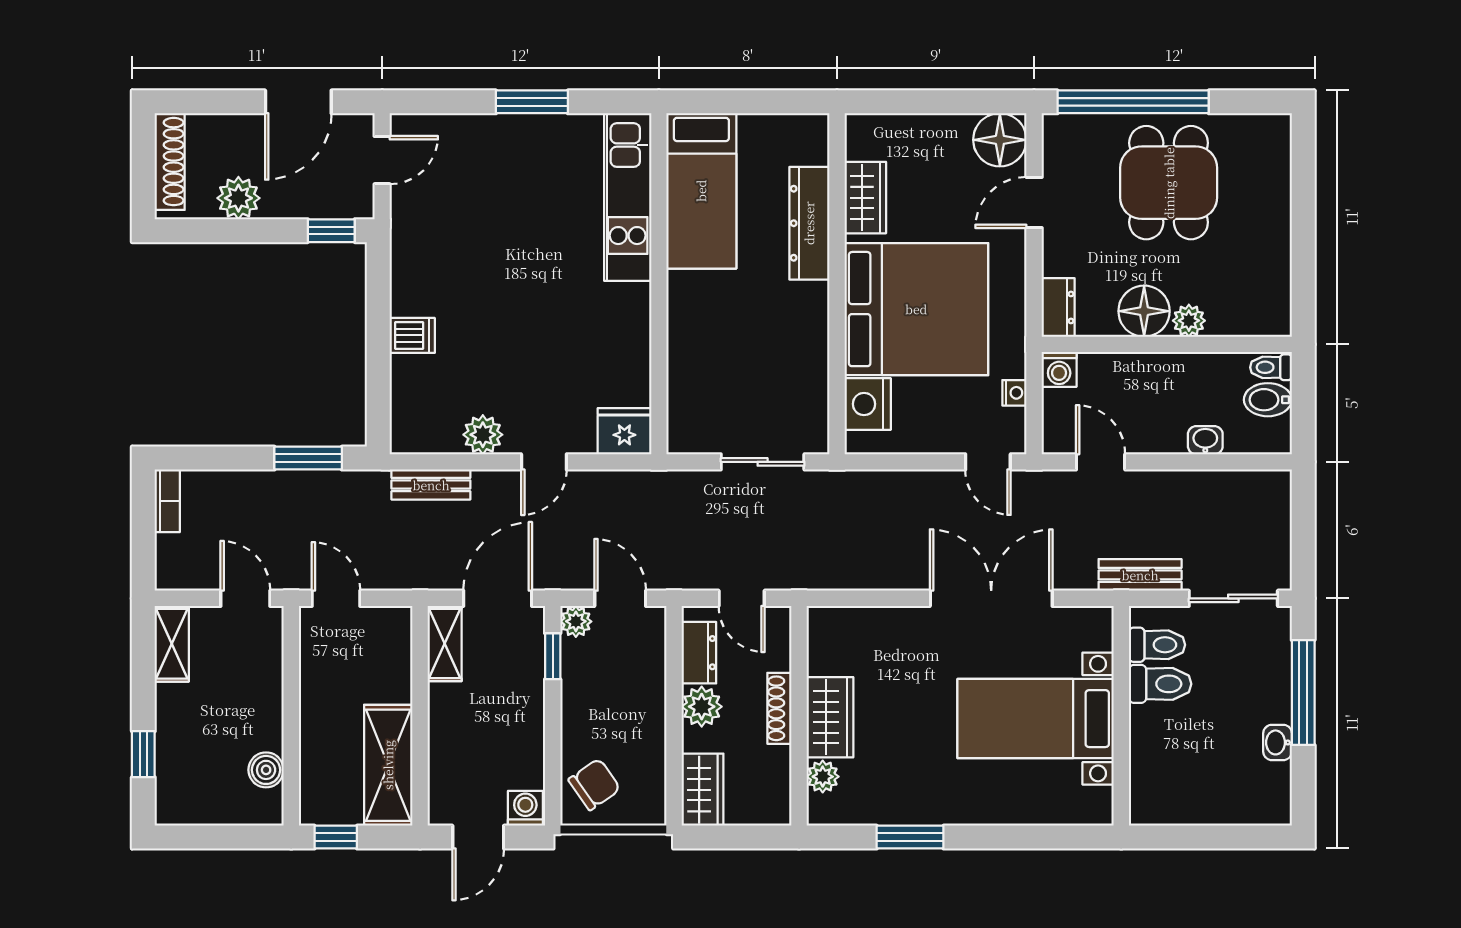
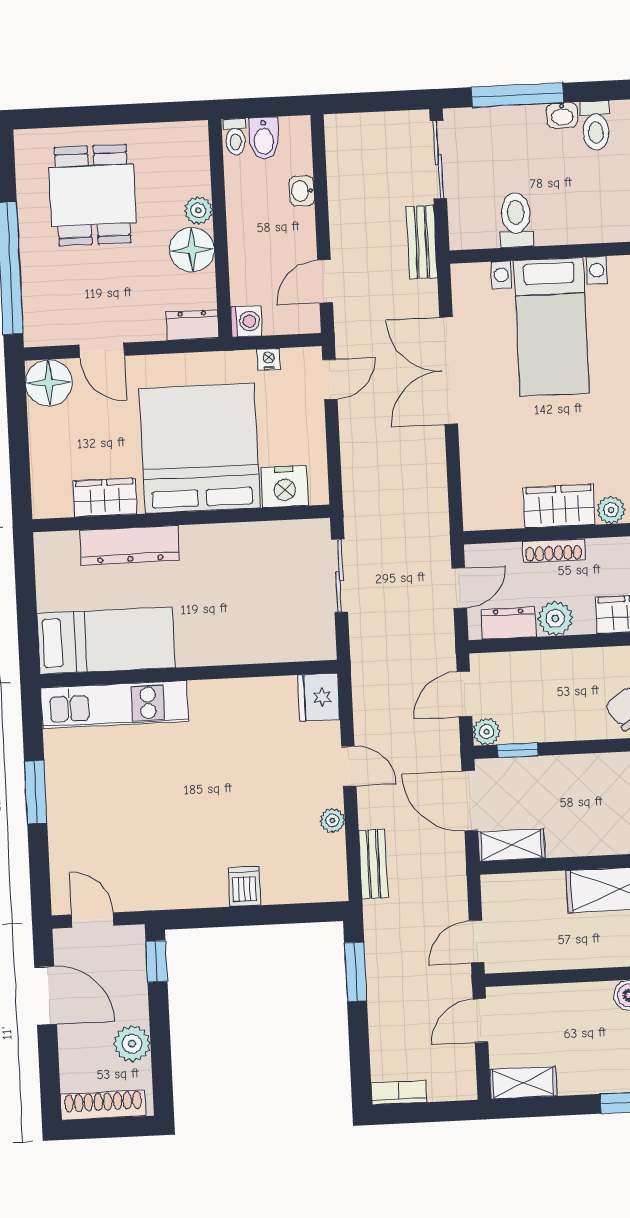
dining table: (1169, 183) -> (93, 195), moved, turned 90
plant: (483, 435) -> (332, 820), width x0.73, depth x0.73
toilet: (1157, 645) -> (596, 126), moved, turned 180

